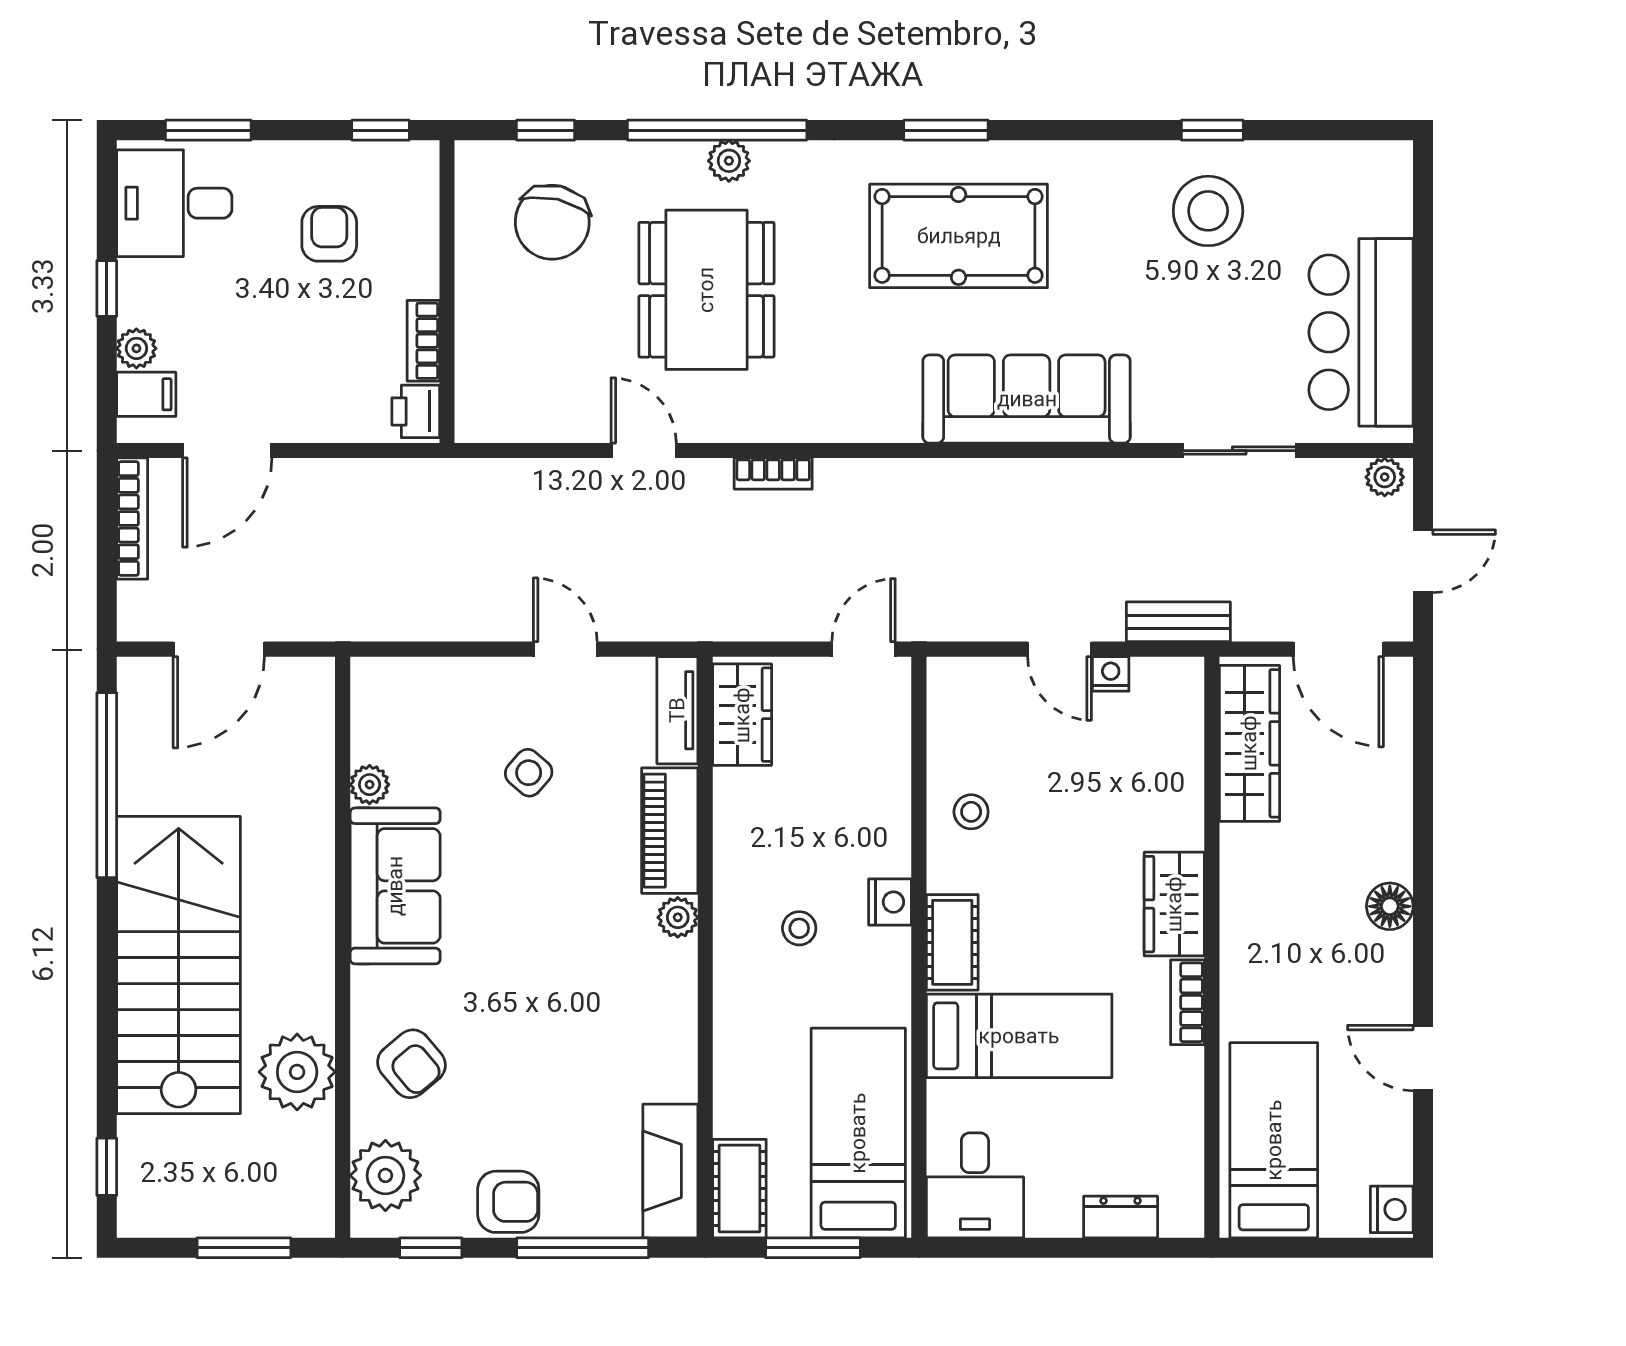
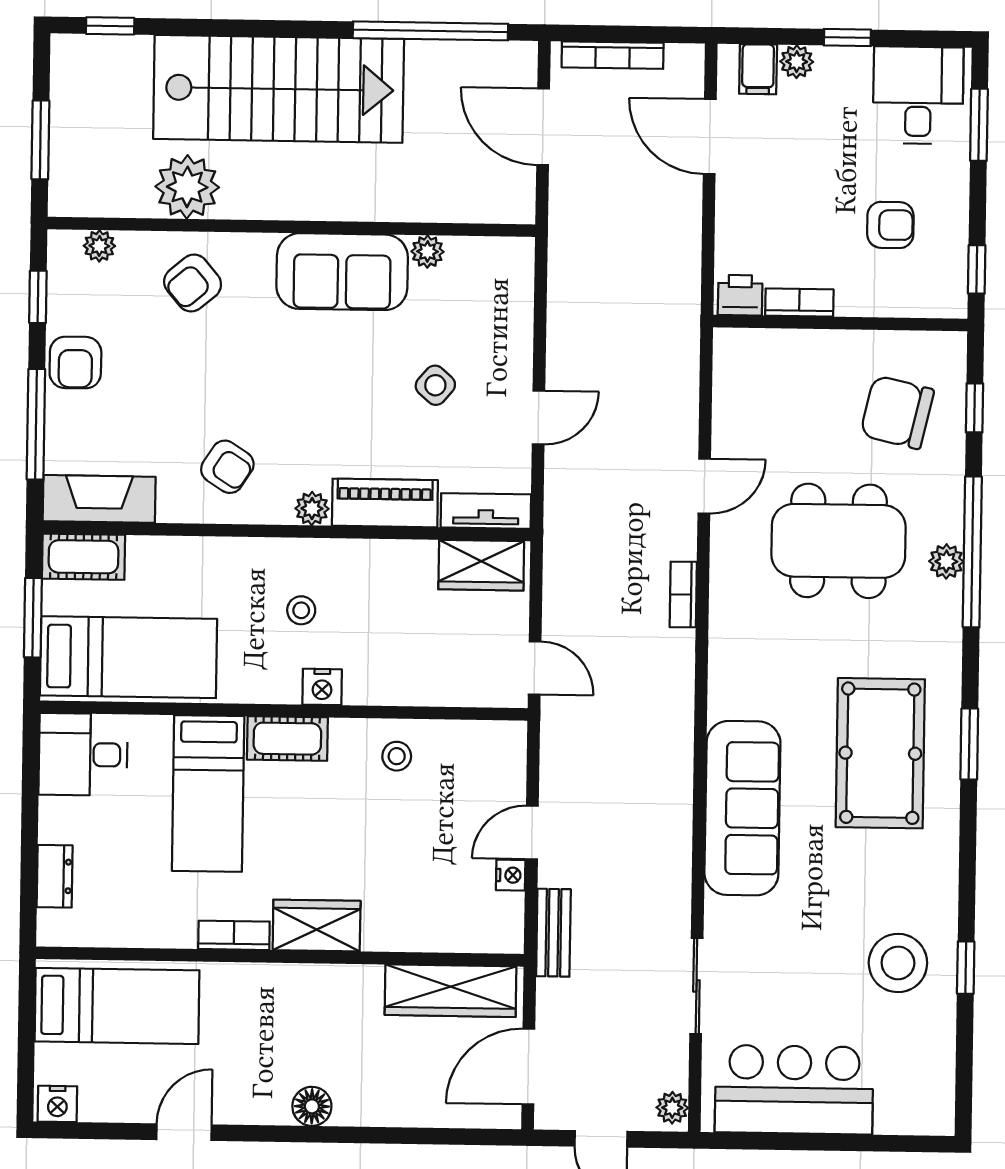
bookcase: (132, 519) -> (613, 55), moved
armchair: (630, 1019) -> (227, 467), added
plant: (385, 1175) -> (99, 246), width x0.53, depth x0.53

